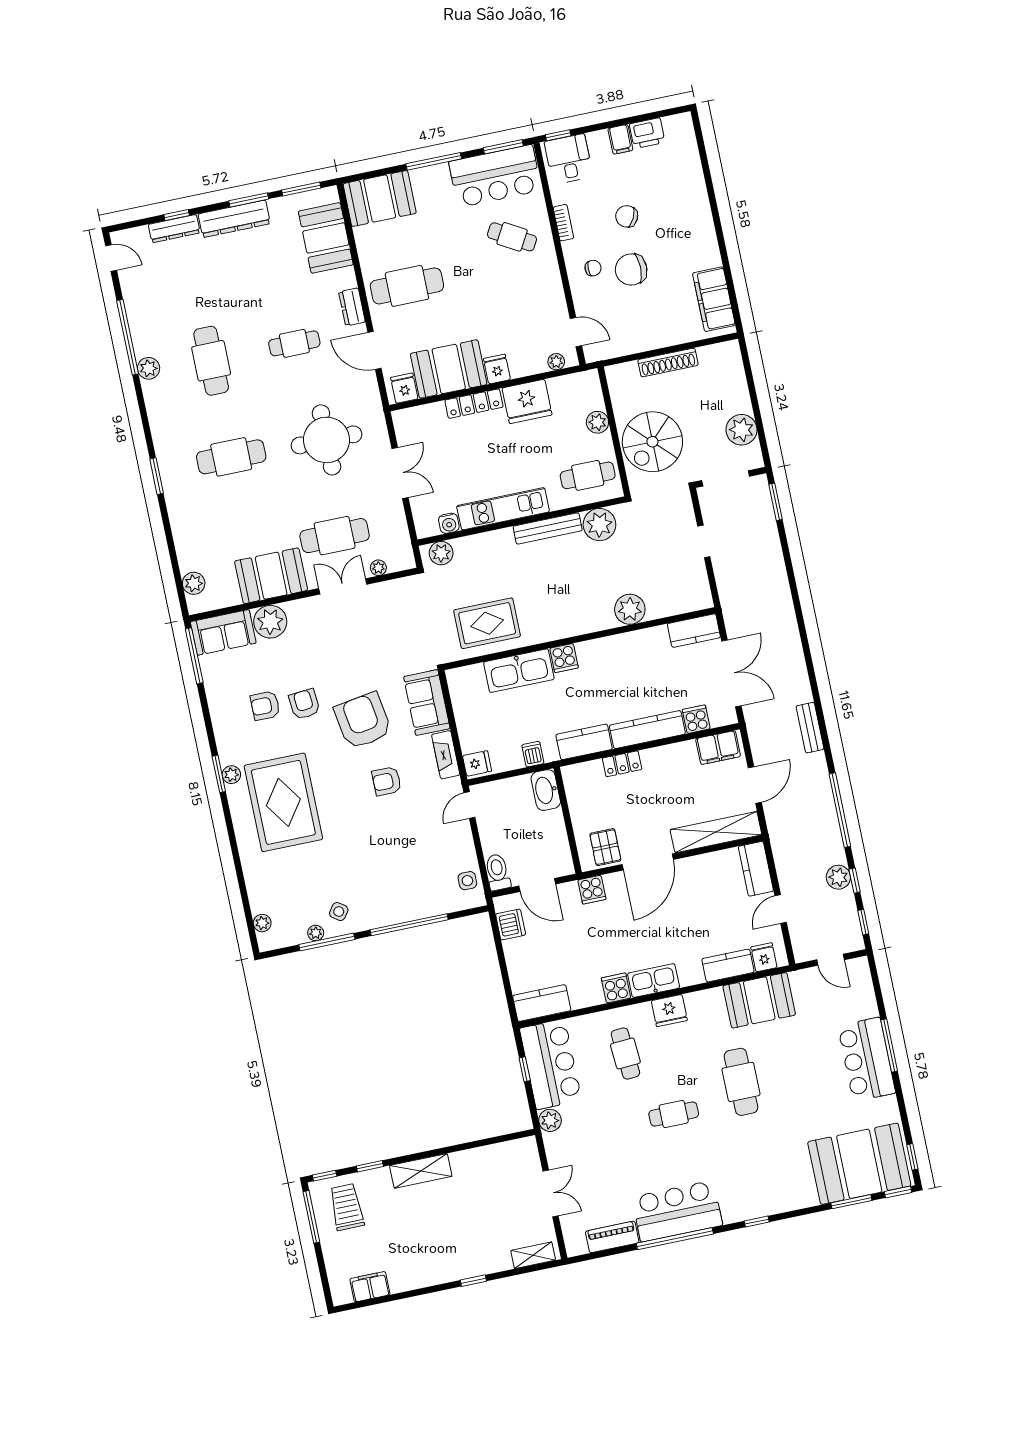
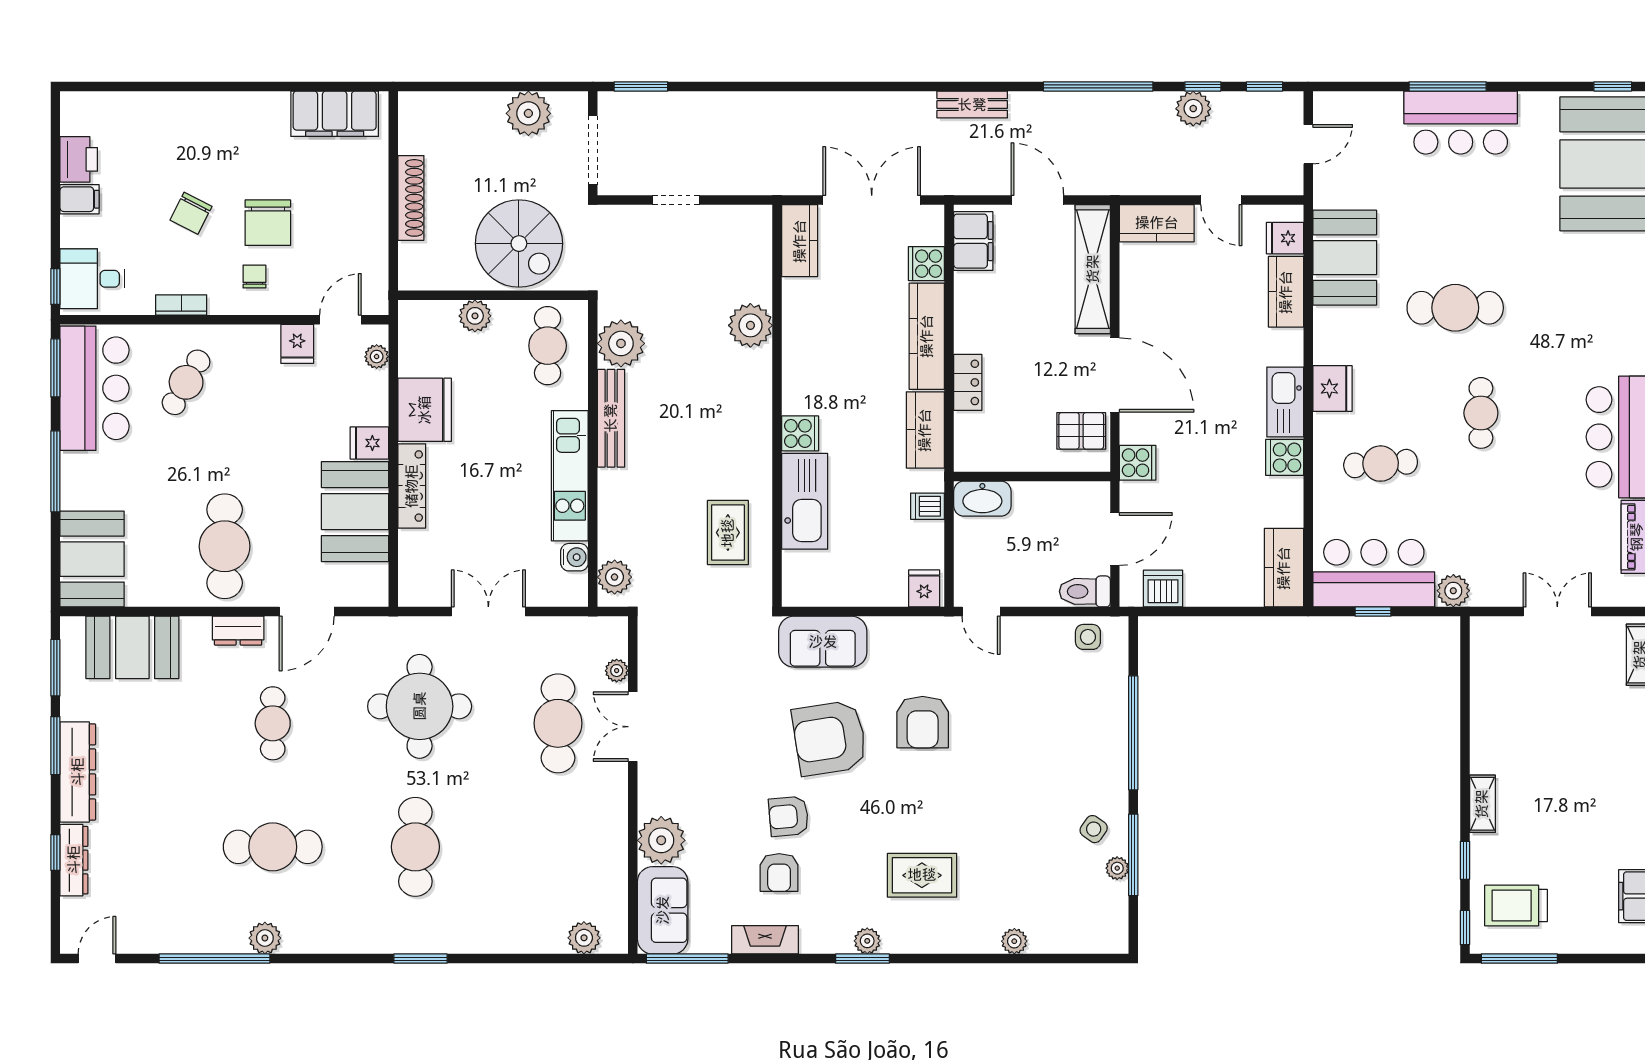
fridge: (404, 388) -> (297, 344), moved, turned -90
booth: (271, 576) -> (596, 825), removed
rug: (487, 623) -> (728, 533), width x0.73, depth x0.70
fireplace: (446, 755) -> (765, 940), moved, turned 180
armchair: (387, 781) -> (923, 722), width x1.38, depth x1.38
rug: (283, 802) -> (922, 875), width x0.54, depth x0.49
plant: (262, 923) -> (1014, 941), moved
shelving: (421, 1171) -> (1482, 804), width x0.67, depth x0.75

